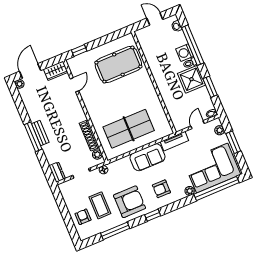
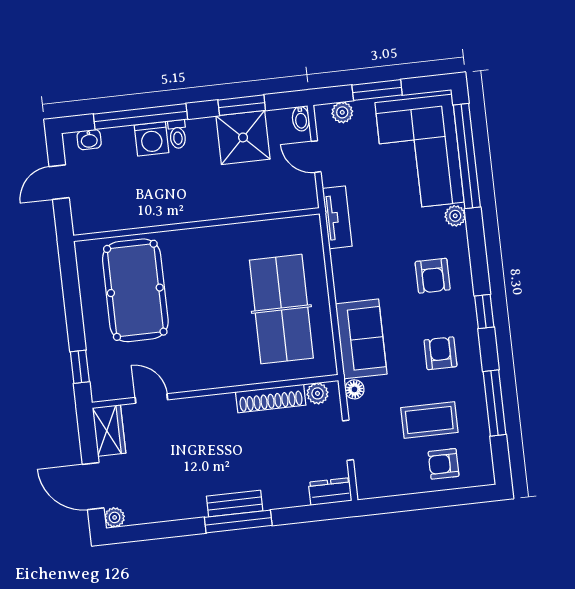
shower: (192, 79) -> (243, 137), moved
sofa: (148, 157) -> (361, 339), moved
armchair: (130, 202) -> (440, 353), width x0.53, depth x0.53

